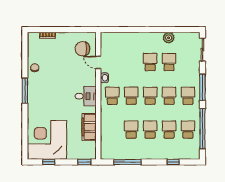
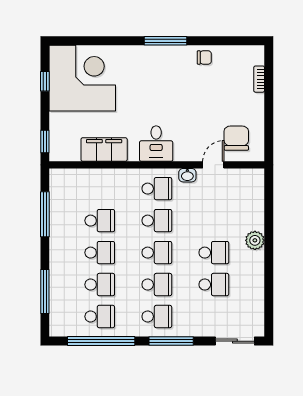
plant: (169, 38) -> (255, 240), moved
window: (173, 162) -> (45, 292), width x2.17

